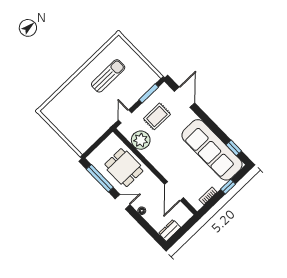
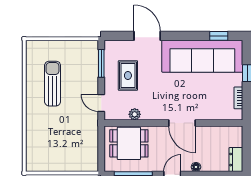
door: (185, 97) -> (147, 36), moved
plant: (141, 140) -> (135, 114), width x0.53, depth x0.53
dining table: (124, 168) -> (129, 143), moved
door: (174, 191) -> (182, 123), moved

